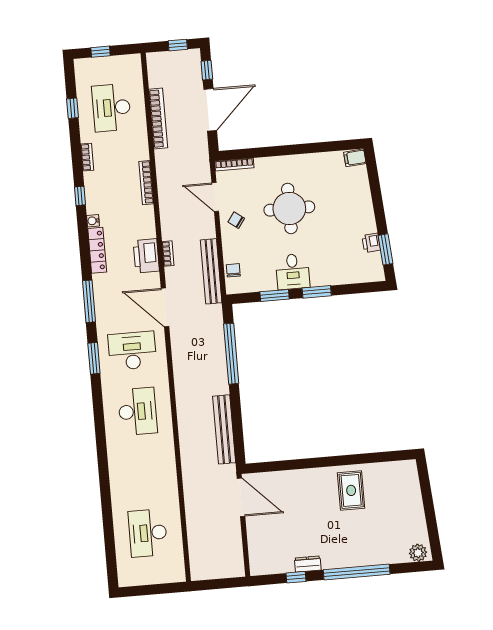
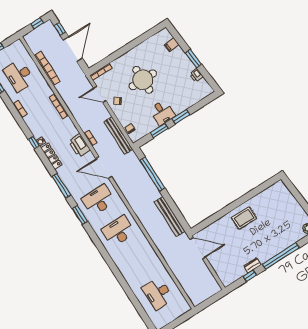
filing cabinet: (355, 158) -> (172, 45), moved
window: (80, 196) -> (34, 143), moved
window: (386, 249) -> (194, 59), moved
desk: (137, 411) -> (118, 231), turned -90
rug: (351, 490) -> (244, 218), moved, turned 90

